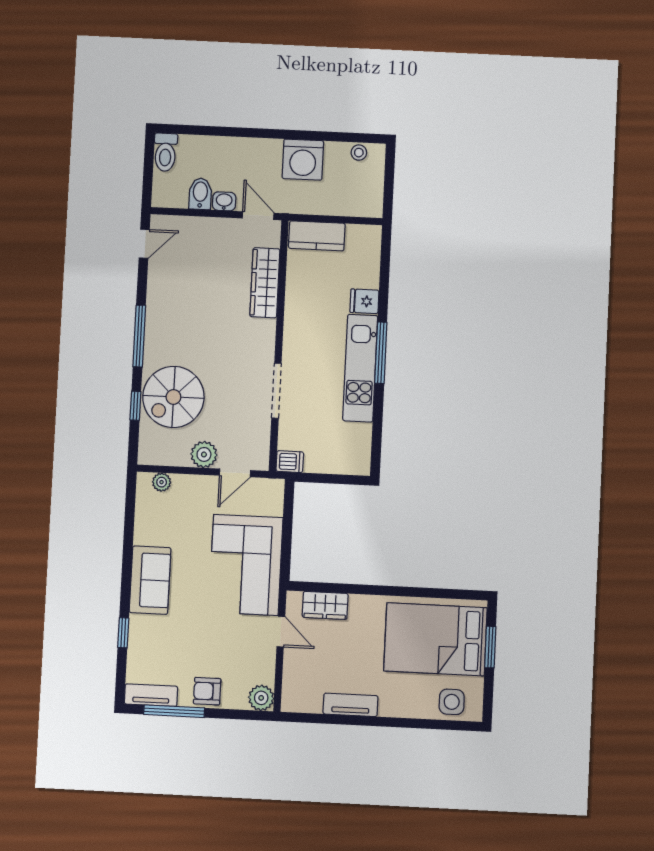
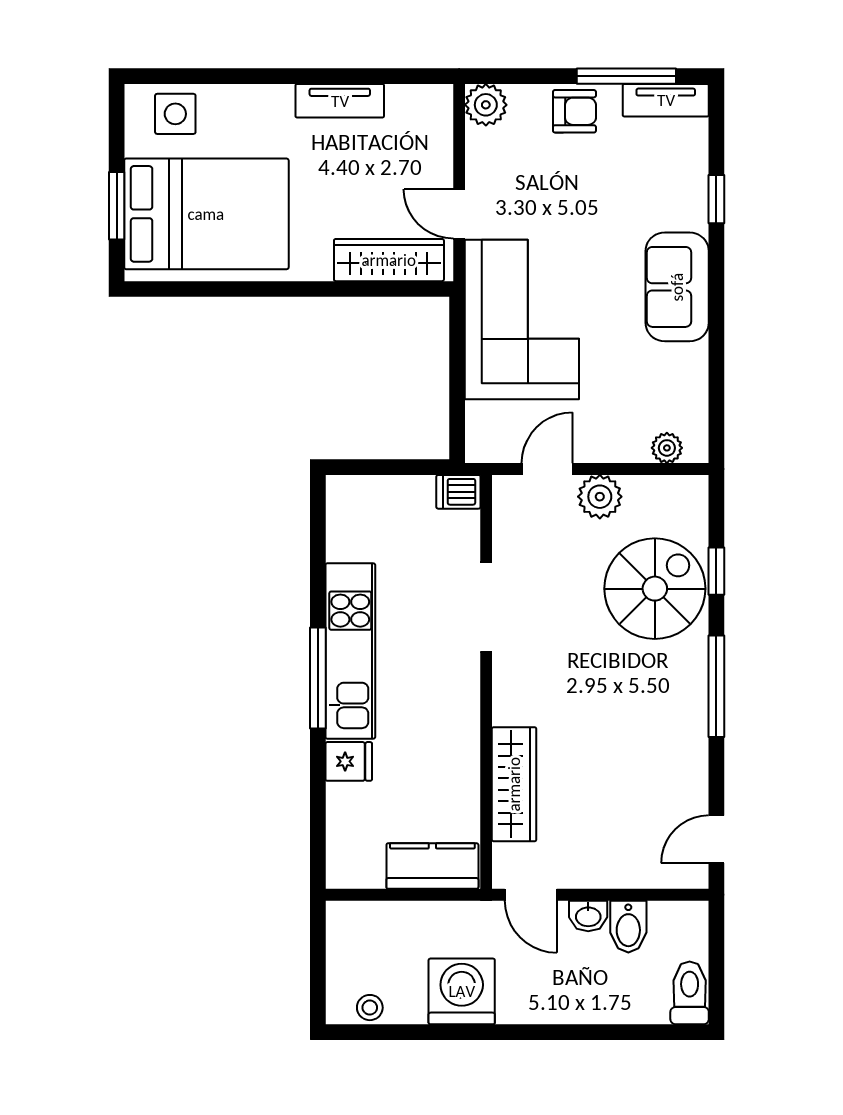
wardrobe: (325, 605) -> (389, 260), width x1.50

